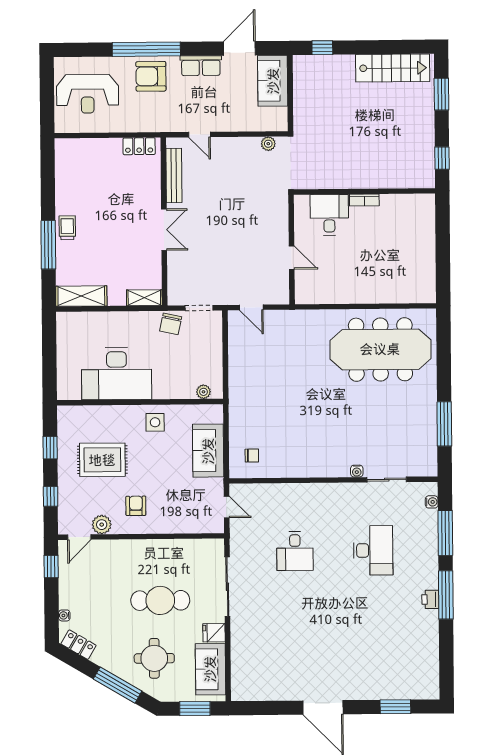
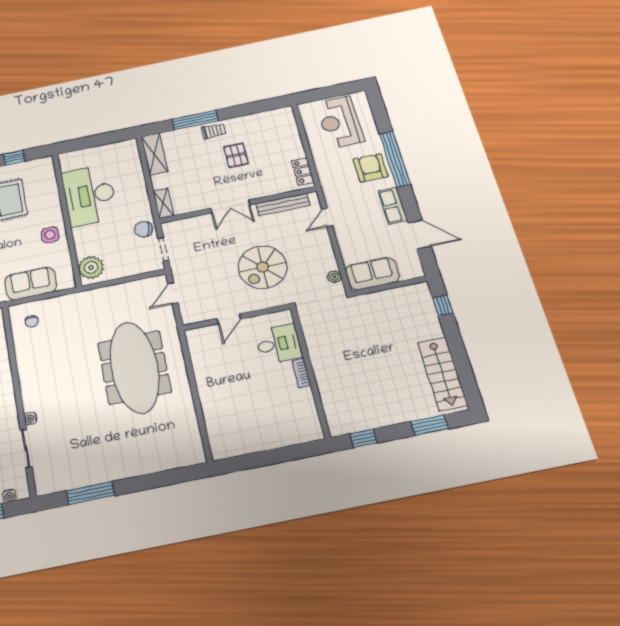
sofa: (273, 81) -> (373, 274), moved
pallet: (103, 211) -> (236, 155), added
spiral stairs: (242, 212) -> (263, 267), added
meeting table: (380, 349) -> (134, 367), moved
plant: (203, 392) -> (91, 268), width x1.88, depth x1.88

